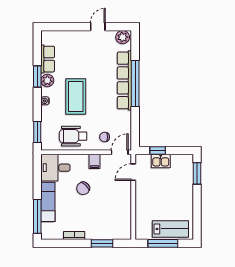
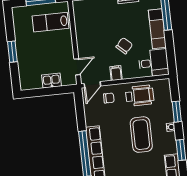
plant: (47, 81) -> (171, 147), removed
window: (37, 132) -> (177, 112), moved
window: (158, 150) -> (56, 91), removed
window: (197, 173) -> (12, 52), moved
lab bench: (170, 229) -> (50, 22), moved

